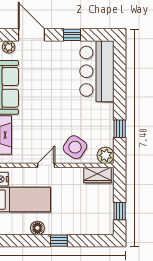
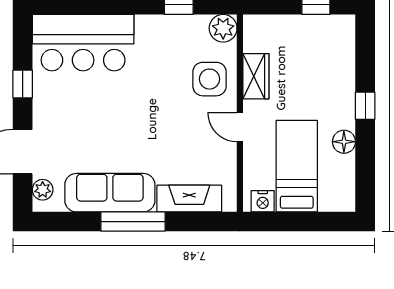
side table: (75, 147) -> (210, 79), turned -34
wardrobe: (98, 175) -> (256, 76), moved

